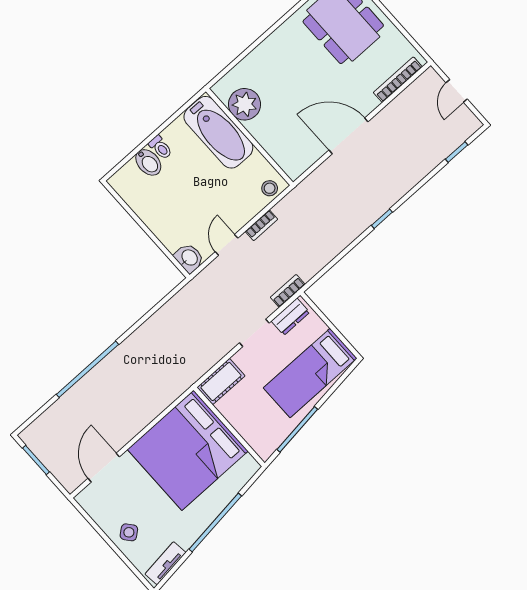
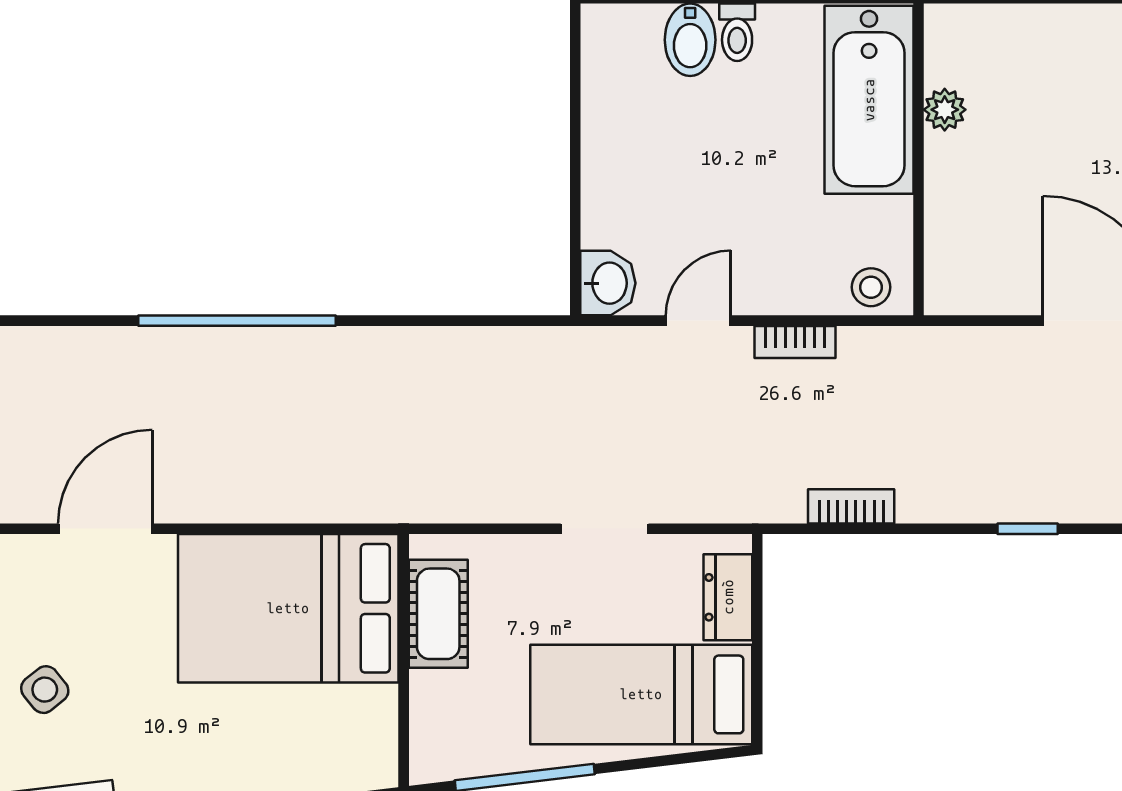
plant: (245, 104) -> (945, 110), width x0.53, depth x0.53
bookcase: (288, 291) -> (851, 506), moved
dresser: (290, 317) -> (728, 597), moved, turned 90
cot: (221, 382) -> (438, 614), moved, turned 90
bed: (188, 450) -> (288, 608), width x0.73

